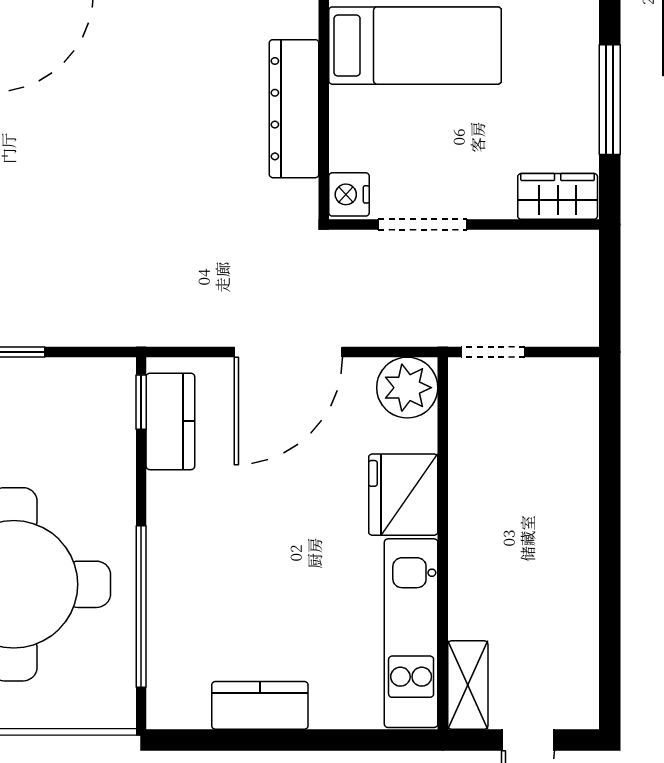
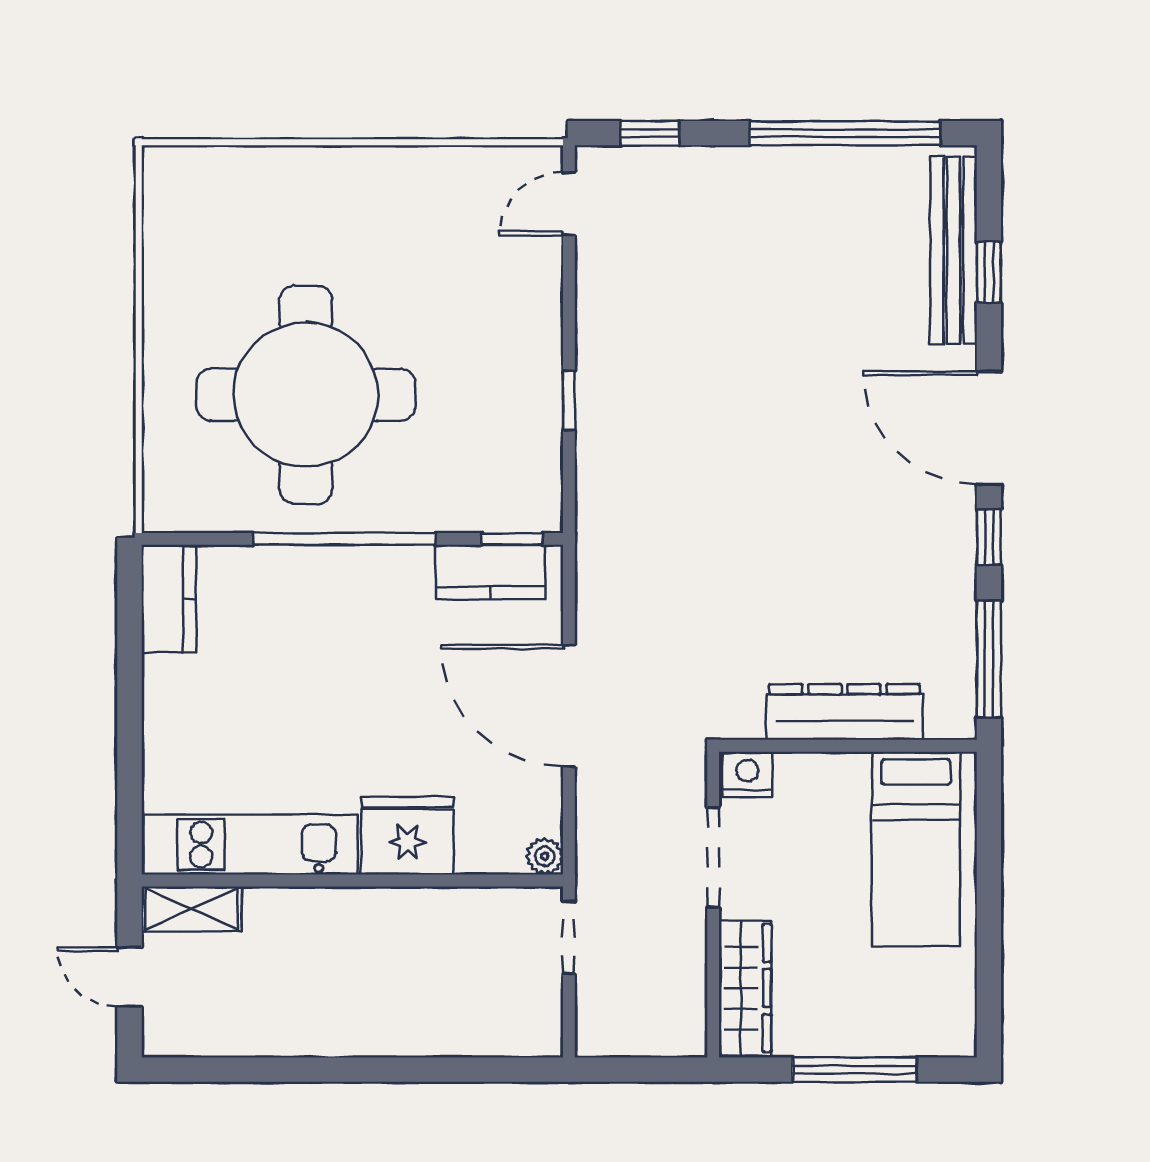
wardrobe: (558, 196) -> (745, 988), width x1.50
plant: (407, 388) -> (545, 856), width x0.53, depth x0.53
window: (141, 606) -> (344, 539), moved
kitchen counter: (260, 705) -> (169, 599), moved

